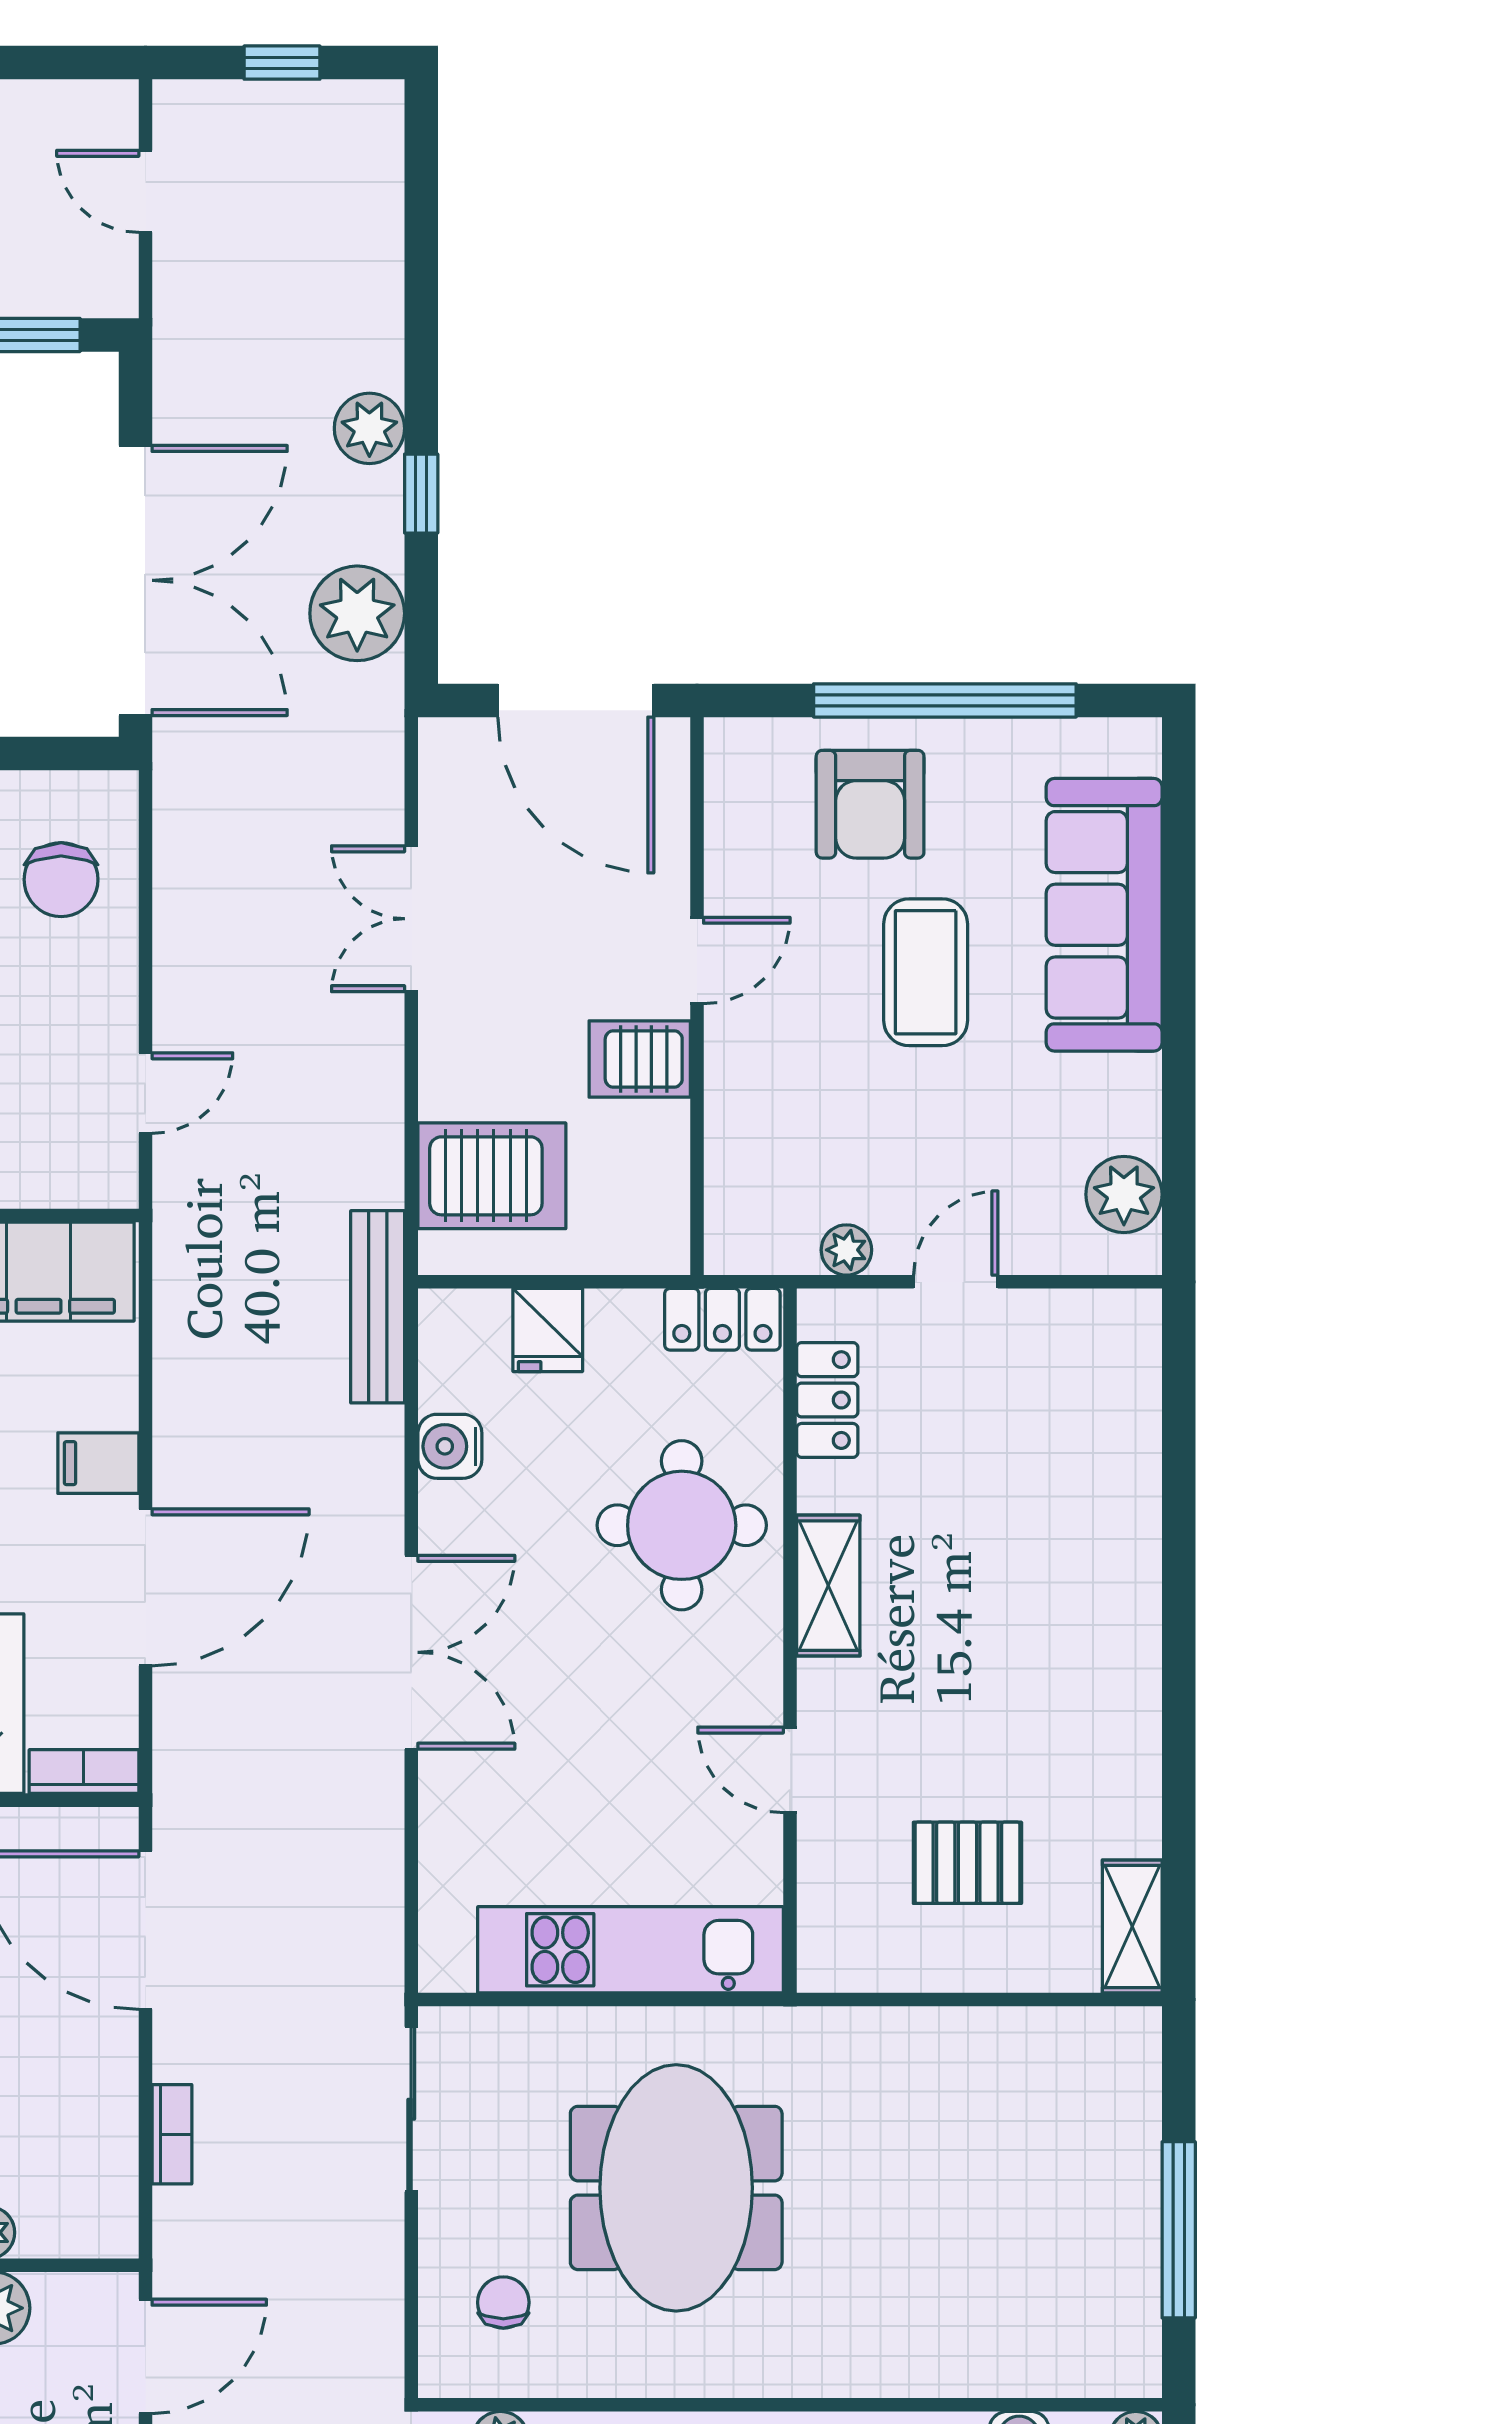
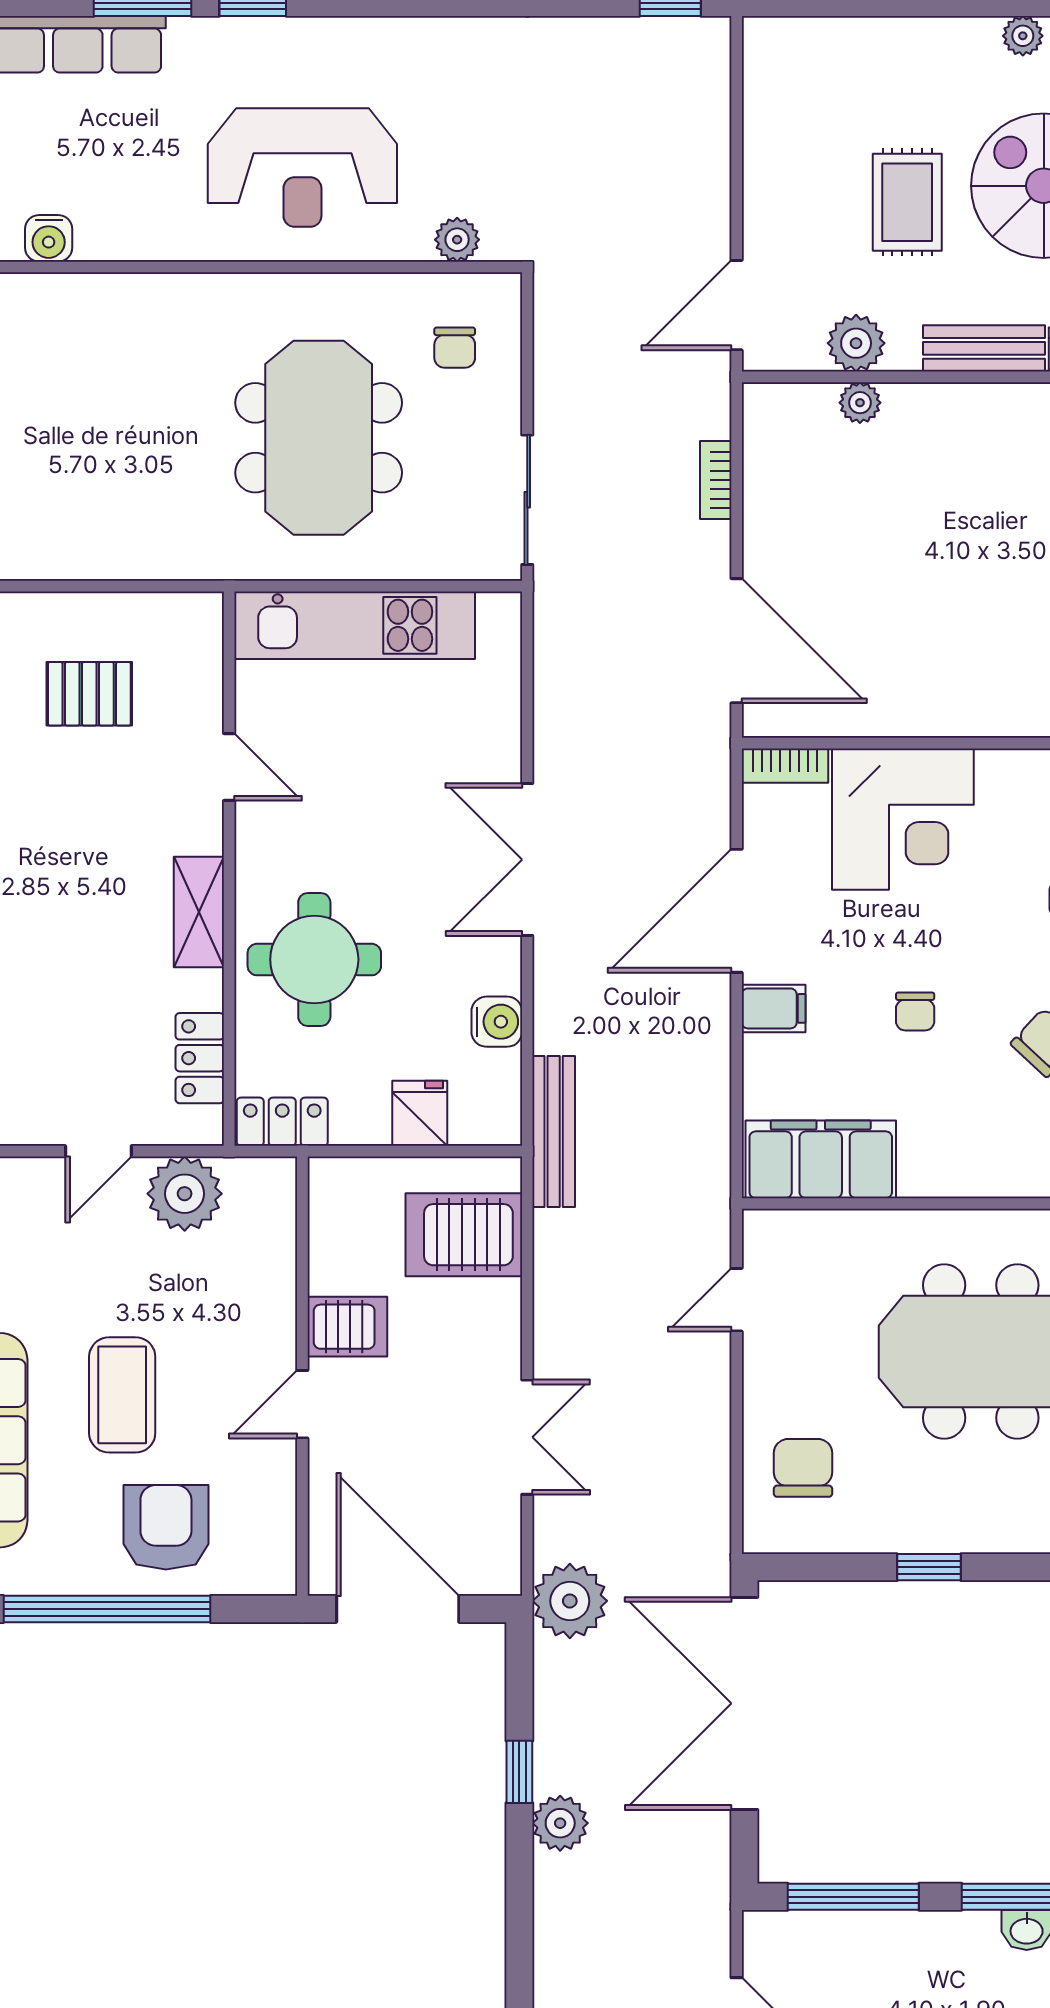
plant: (357, 613) -> (570, 1601), moved
plant: (846, 1250) -> (185, 1194), width x1.88, depth x1.88

